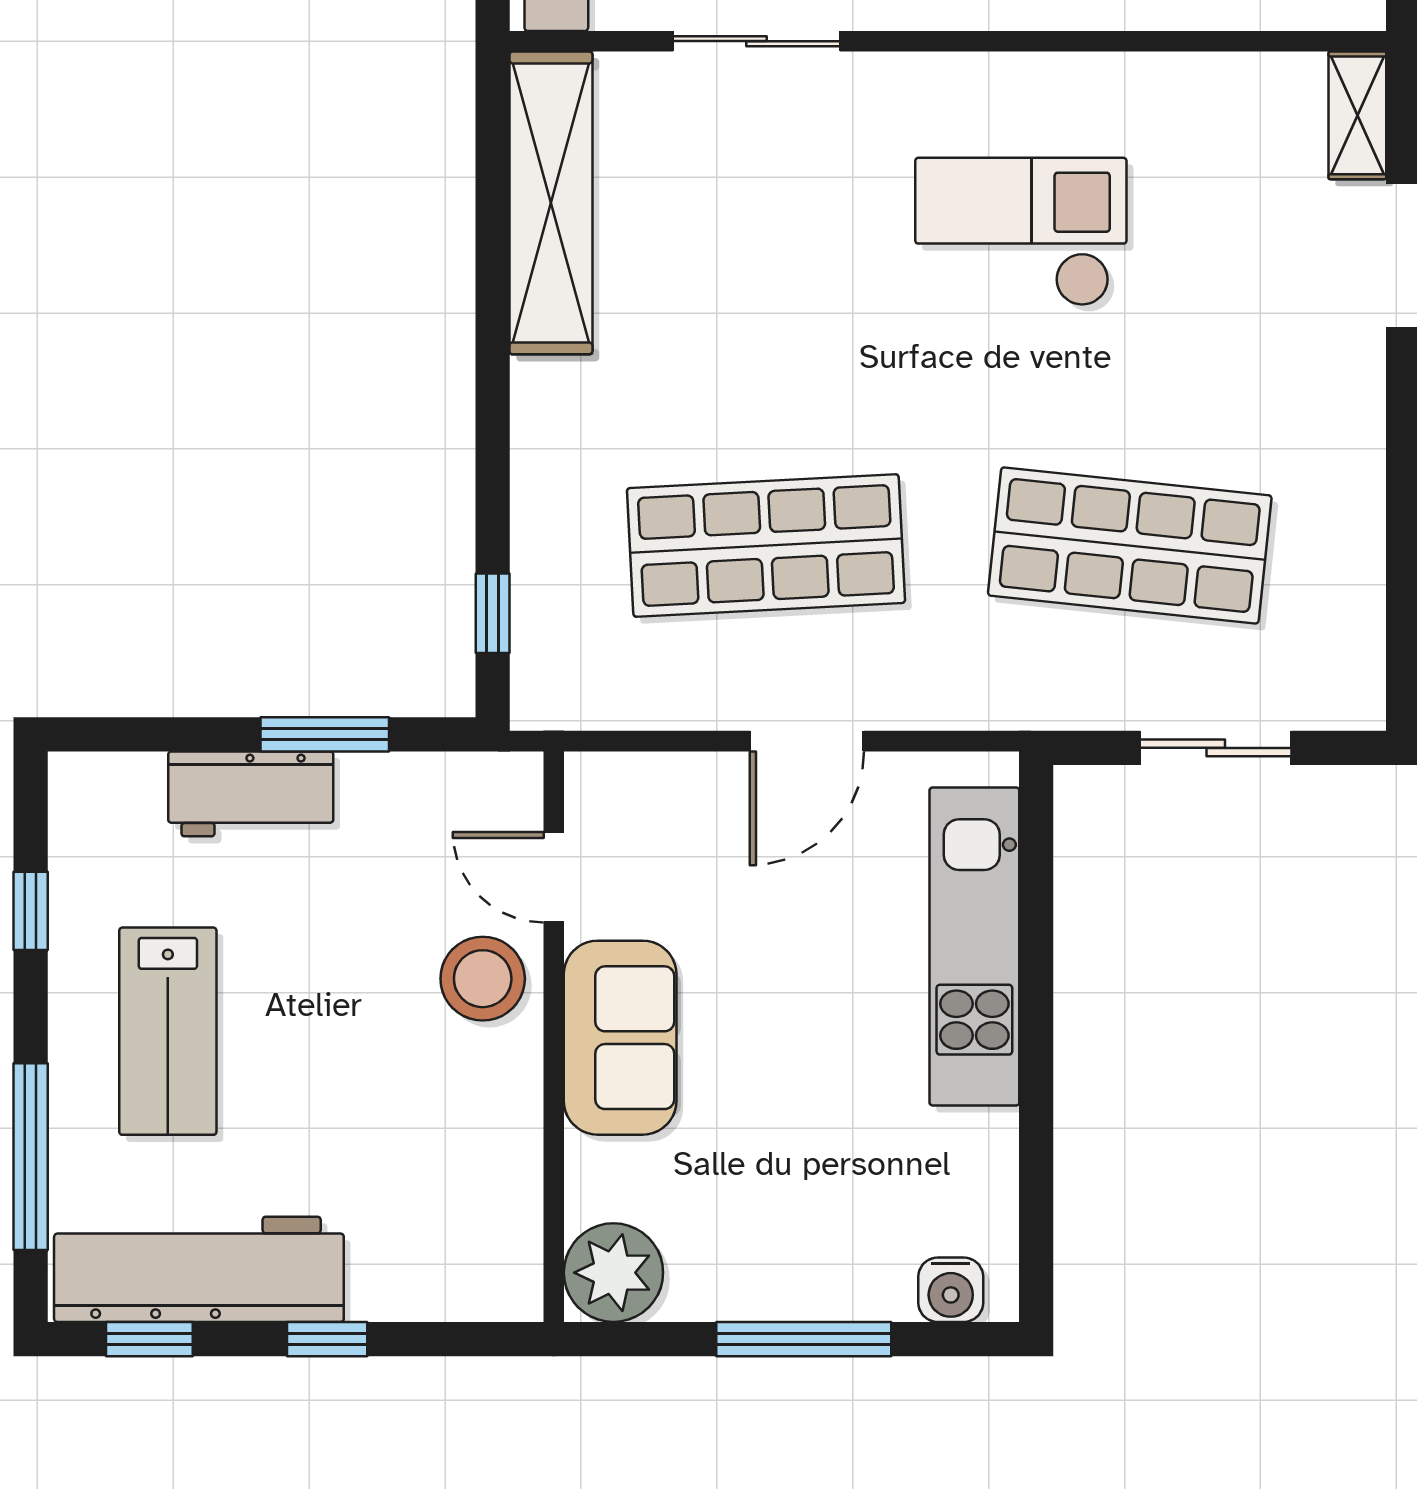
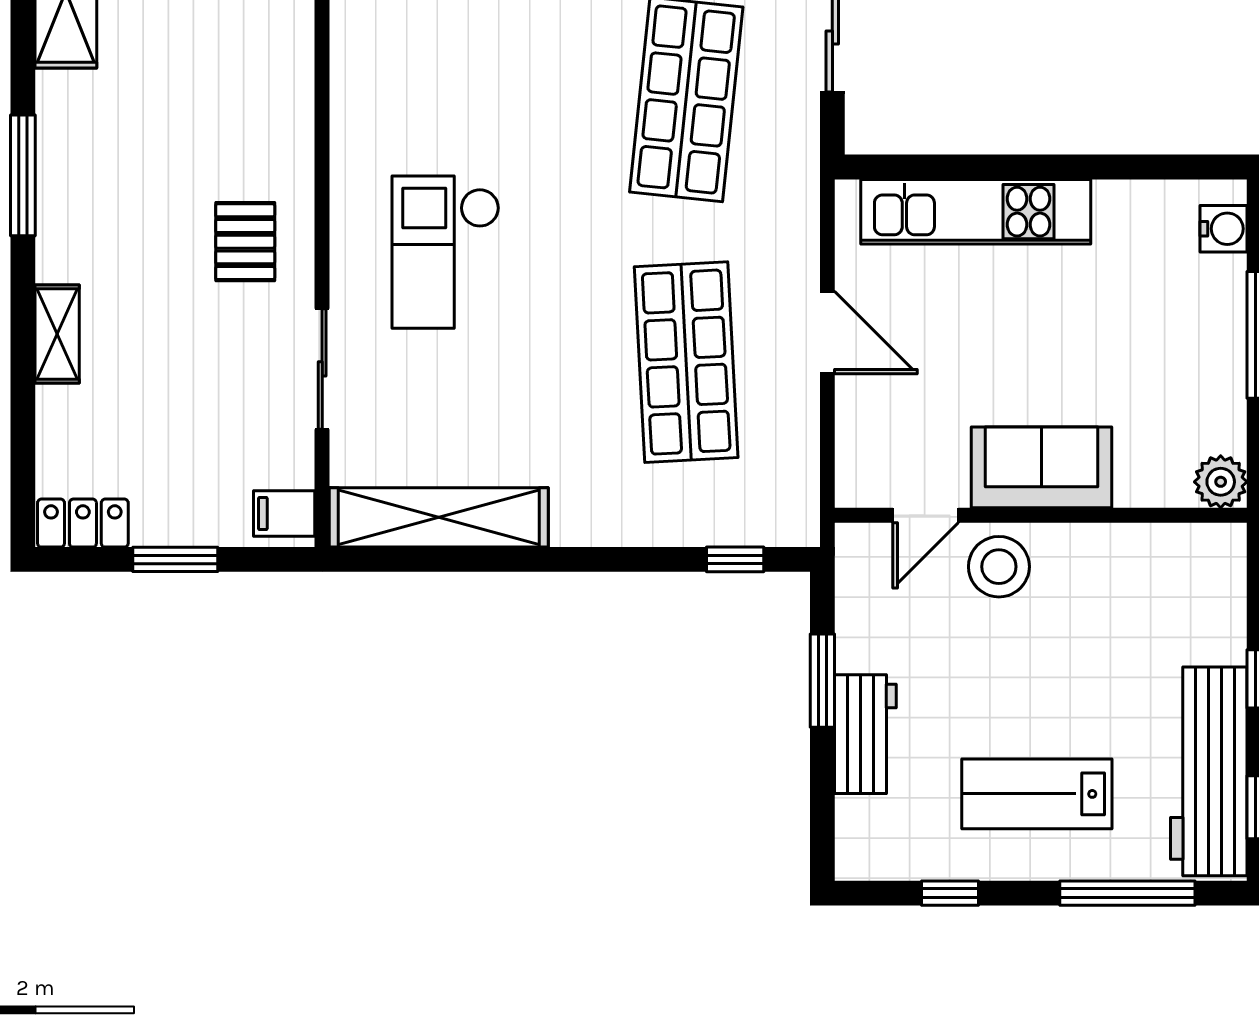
checkout: (1021, 232) -> (446, 252), moved
lab bench: (168, 1031) -> (1037, 794), turned 180
plant: (613, 1273) -> (1221, 482), width x0.73, depth x0.73

